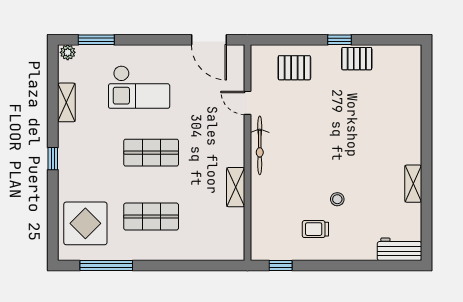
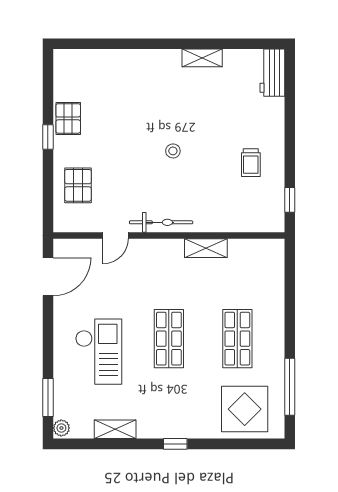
stool: (337, 199) -> (173, 151), moved

